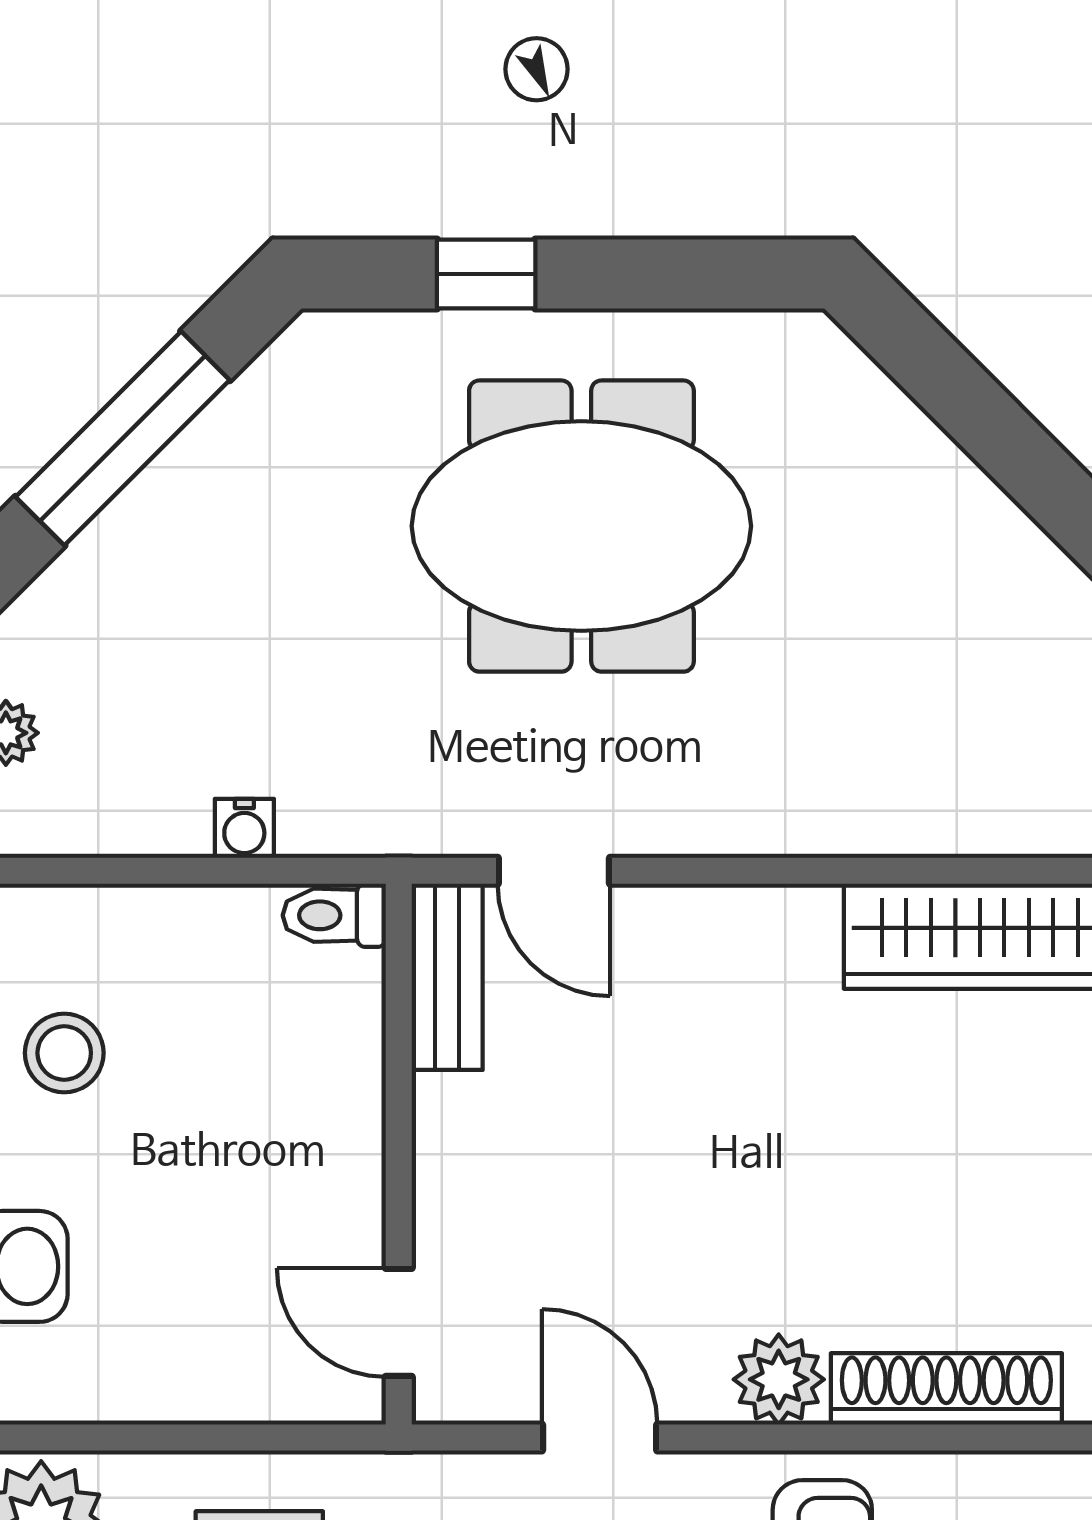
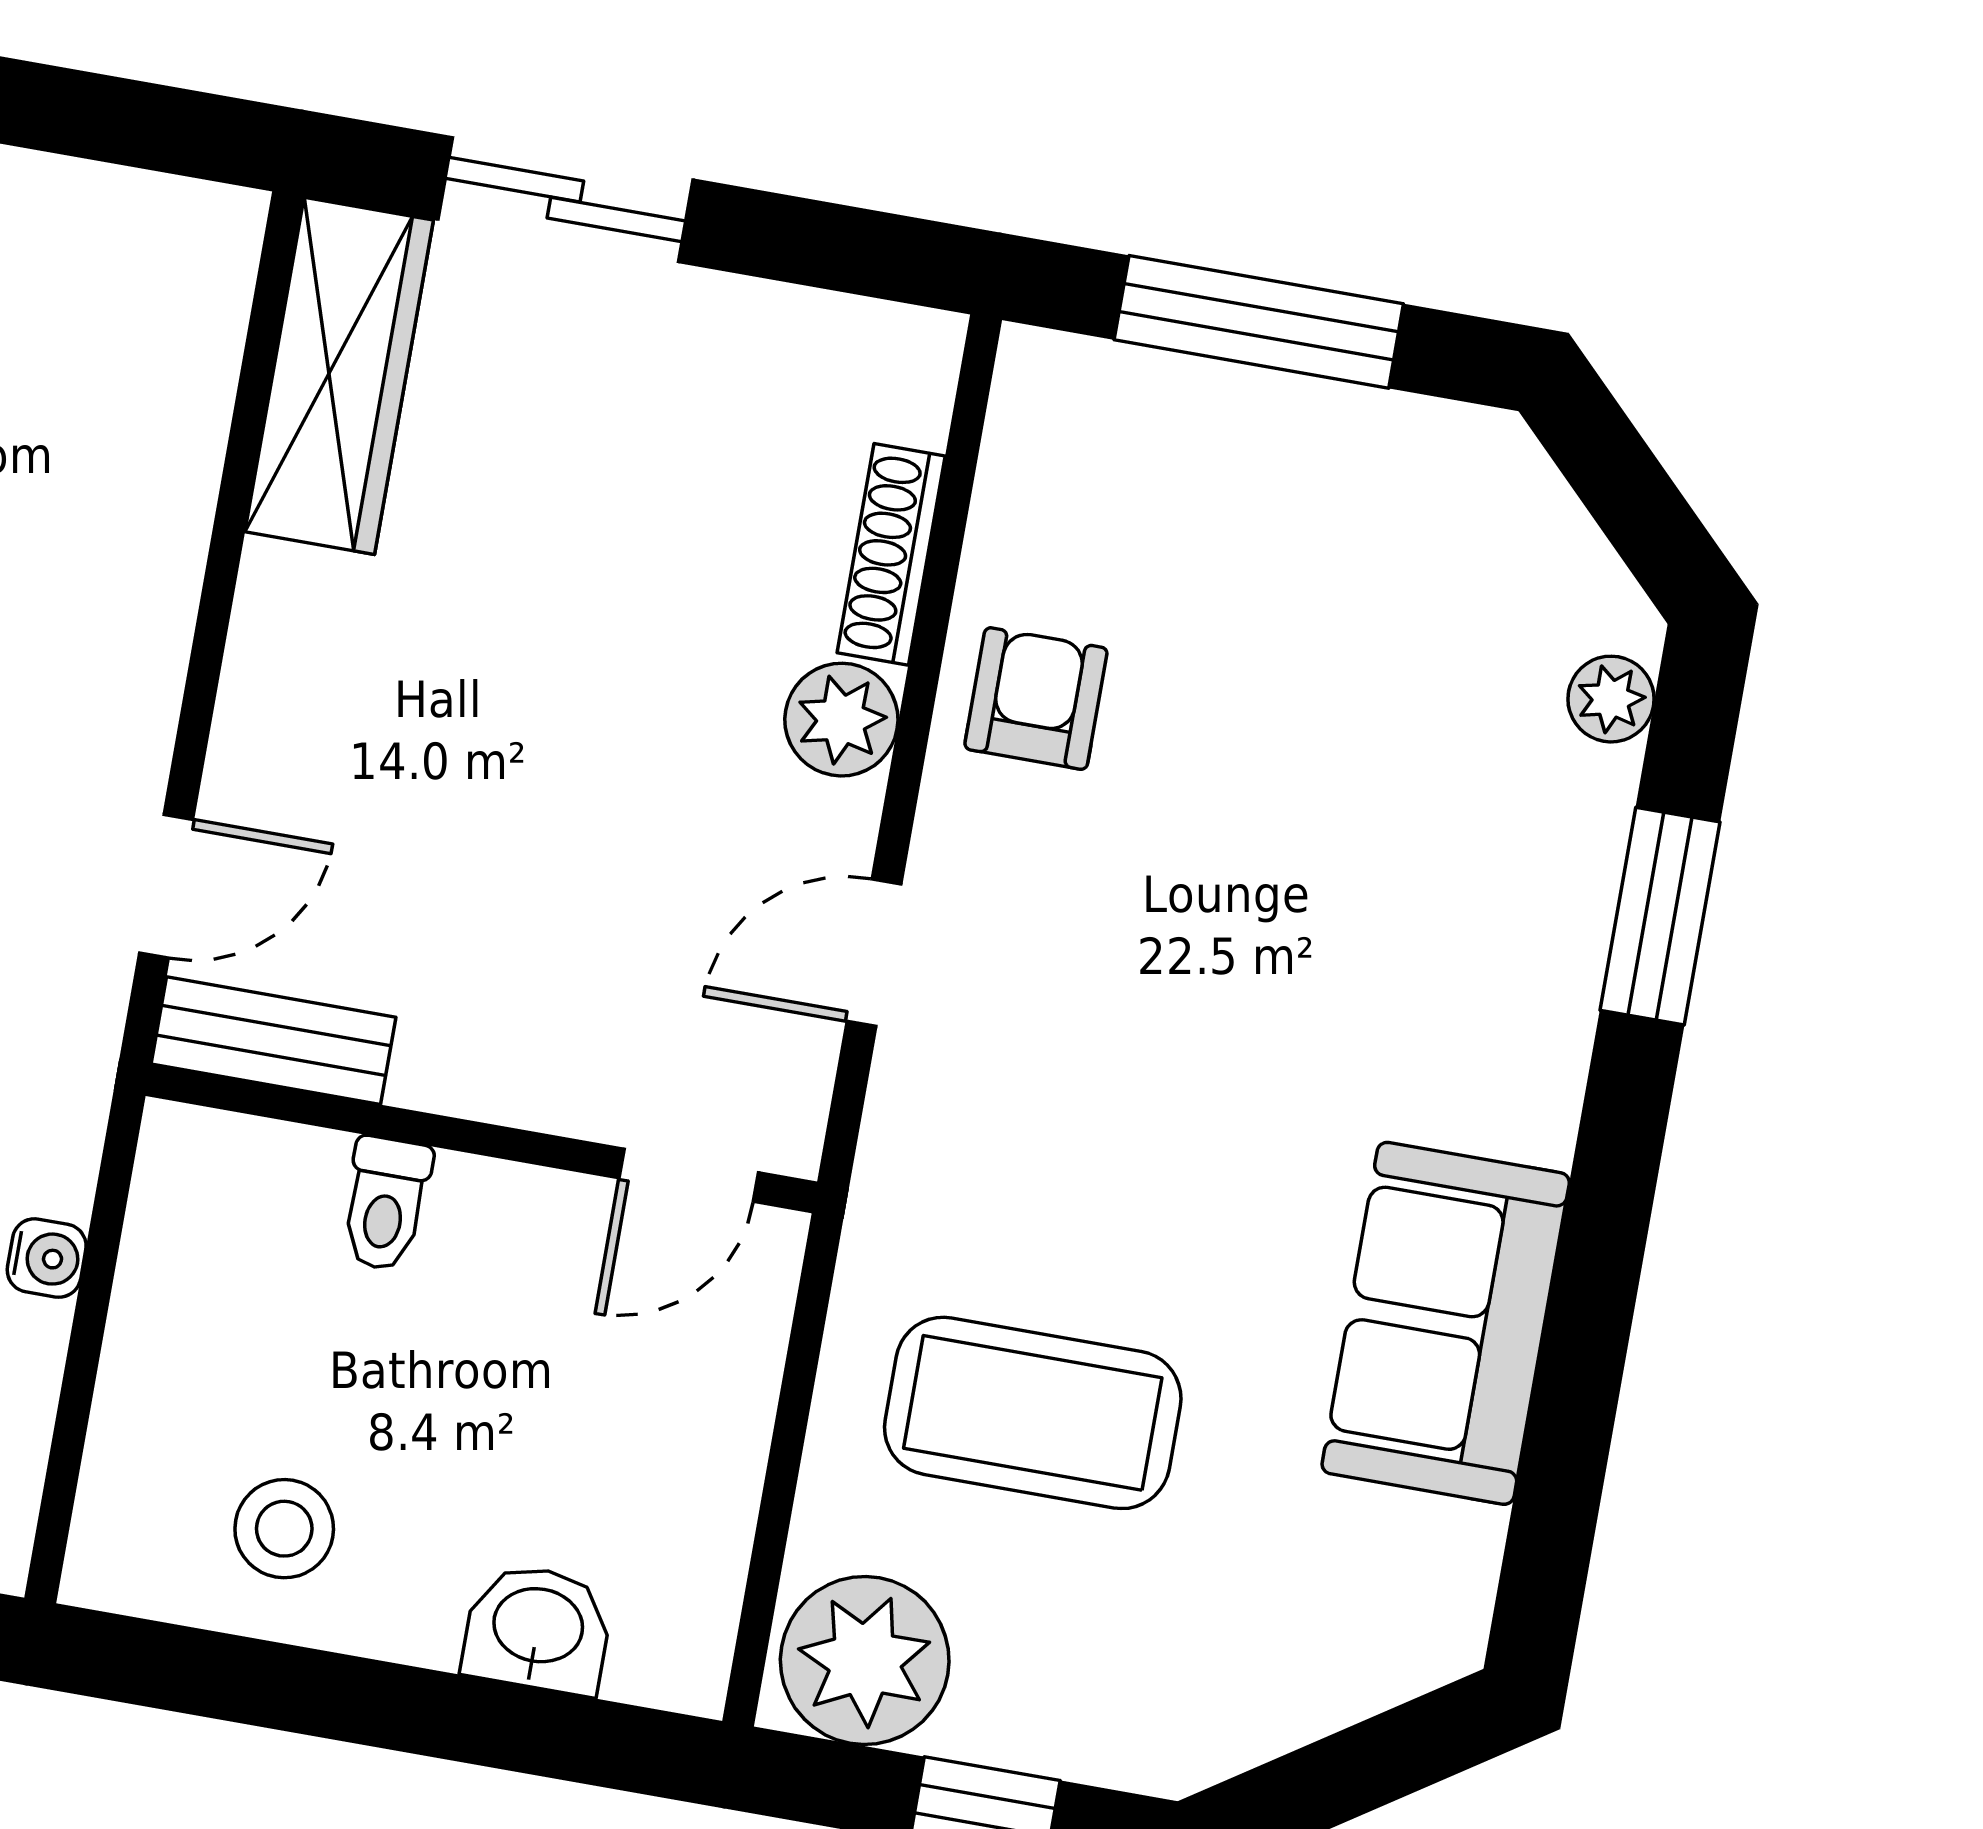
toilet: (334, 915) -> (386, 1204), moved
shoe rack: (946, 1389) -> (891, 554), width x0.74, depth x0.81

